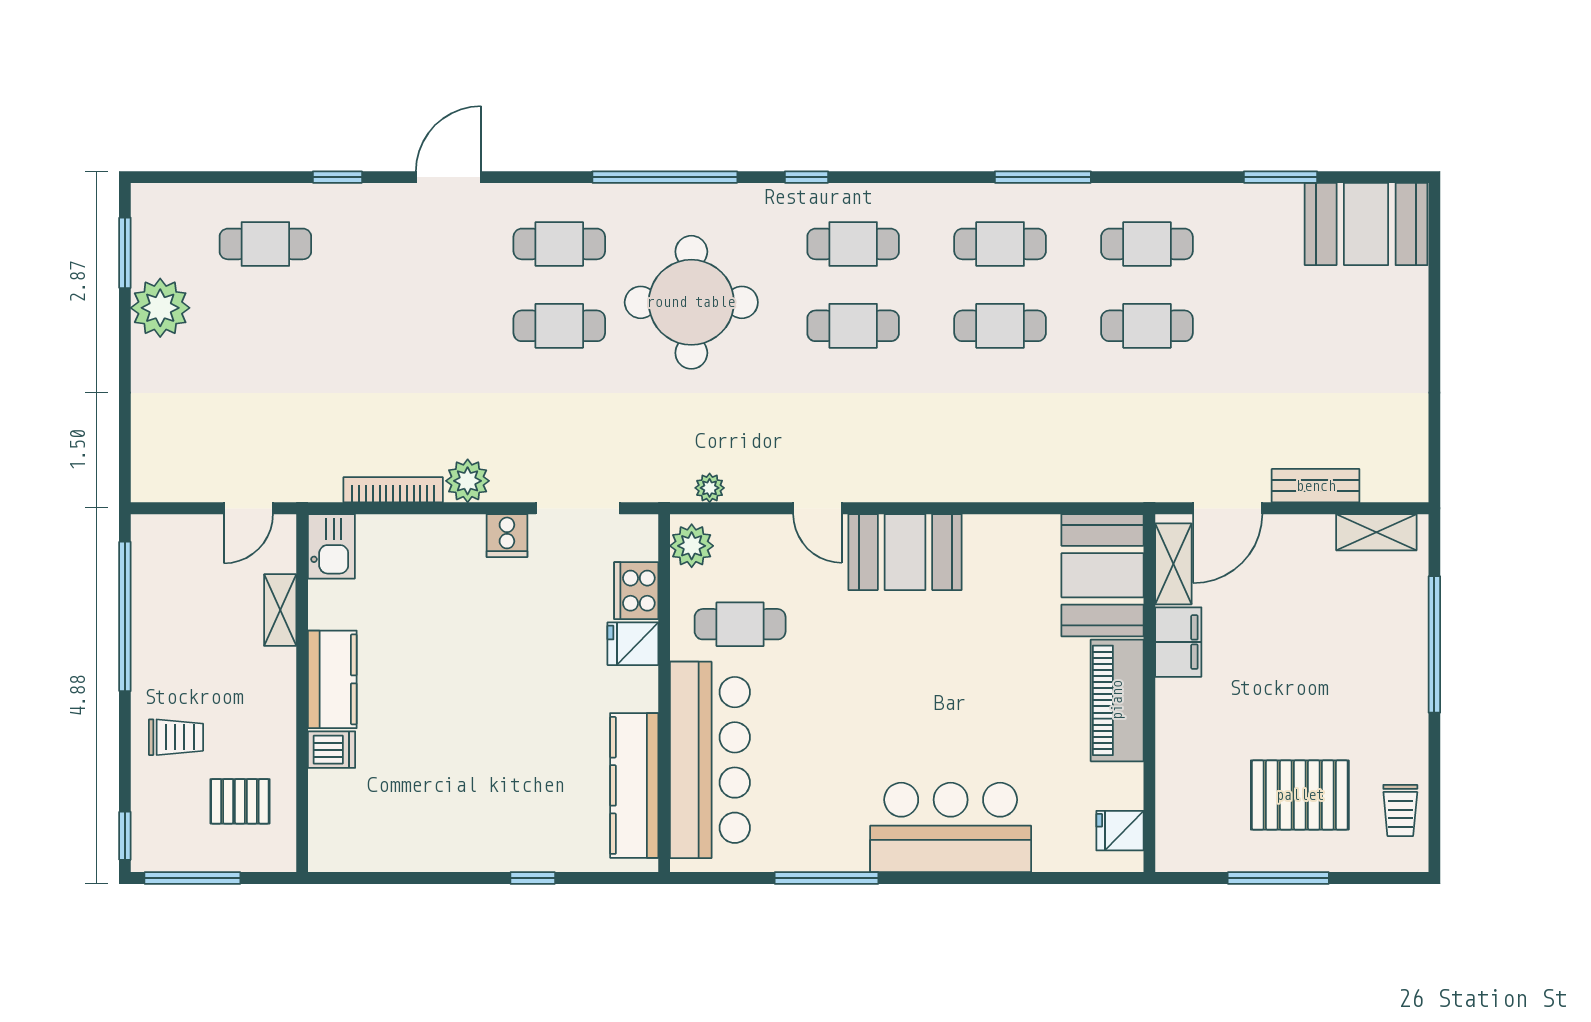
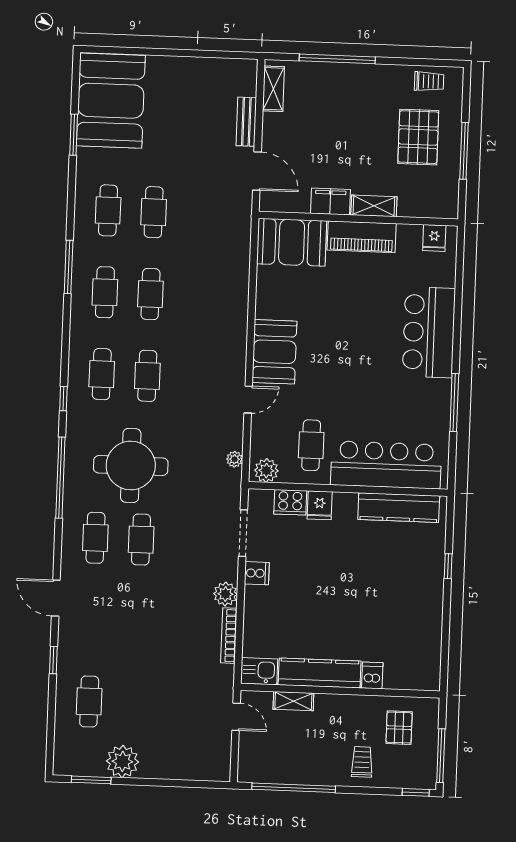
booth: (1366, 224) -> (111, 101), width x1.36, depth x1.42
shelving: (1173, 564) -> (374, 206), moved
kitchen counter: (332, 679) -> (320, 673), width x1.50

